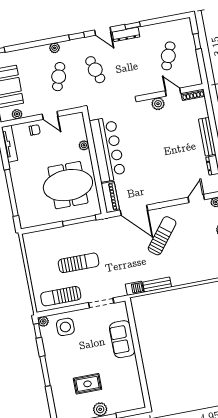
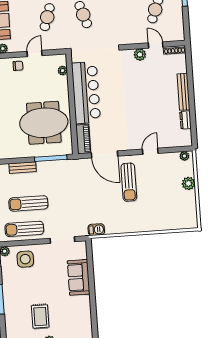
door: (50, 115) -> (35, 53), swing flipped
plant: (84, 145) -> (63, 71), moved
door: (196, 198) -> (150, 151), moved
sun lounger: (162, 236) -> (129, 182), turned 142
sun lounger: (79, 263) -> (28, 203), moved, turned 180
bench: (157, 285) -> (23, 168), moved
rug: (88, 384) -> (40, 316), turned 90

